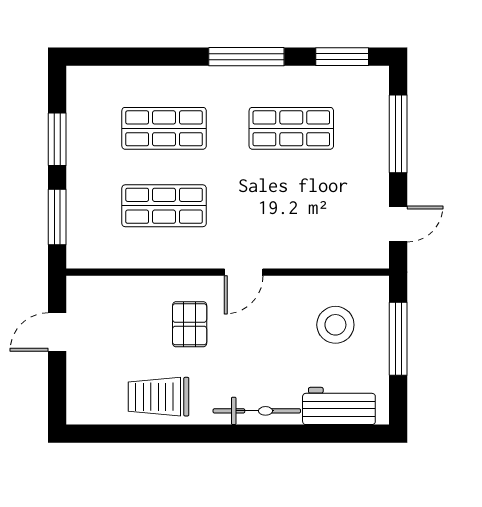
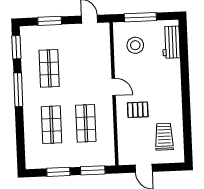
window: (398, 134) -> (50, 21), width x0.69
trolley: (159, 397) -> (164, 137), moved, turned 180
bicycle: (257, 411) -> (175, 78), removed

